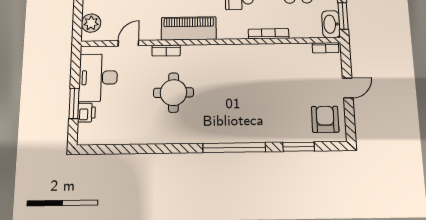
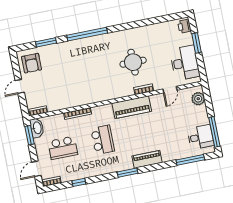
printer: (86, 113) -> (184, 26), moved

